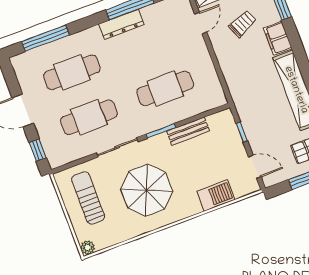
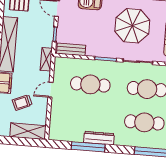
door: (201, 23) -> (50, 90), moved
shelving: (238, 94) -> (46, 59), added
bench: (188, 131) -> (71, 49), moved

